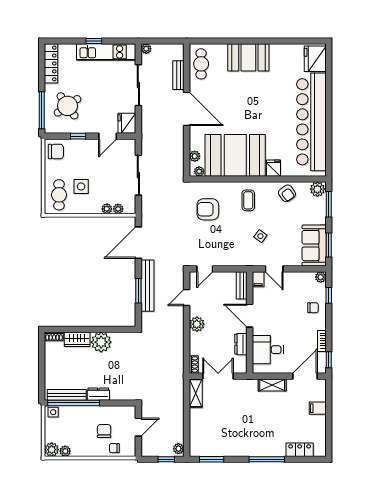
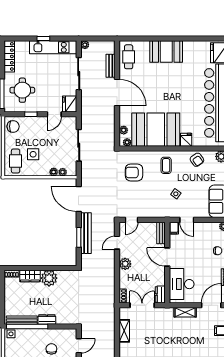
round table: (68, 106) -> (22, 90), turned 35
door: (138, 243) -> (79, 199), hinge flipped
dresser: (241, 344) -> (160, 294), moved
desk: (268, 350) -> (182, 284), width x1.37
shelving: (196, 393) -> (124, 331), moved

